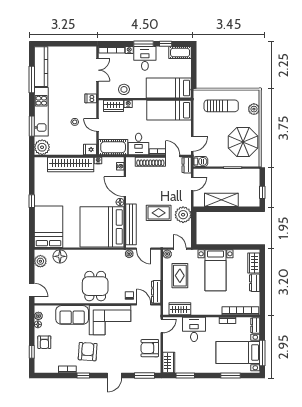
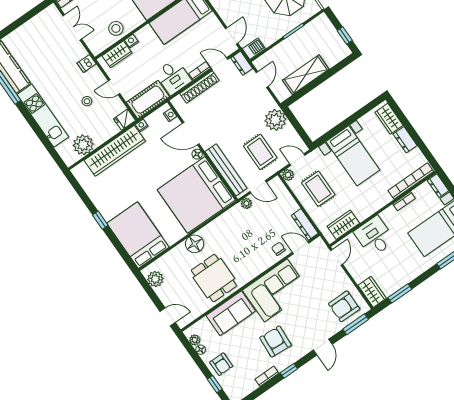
window: (32, 126) -> (43, 138), removed
plant: (42, 147) -> (83, 145), moved
rug: (159, 213) -> (260, 152), moved, turned 90
floor lamp: (60, 256) -> (195, 244), moved
dining table: (95, 286) -> (214, 278), moved
armchair: (150, 348) -> (344, 306), moved

